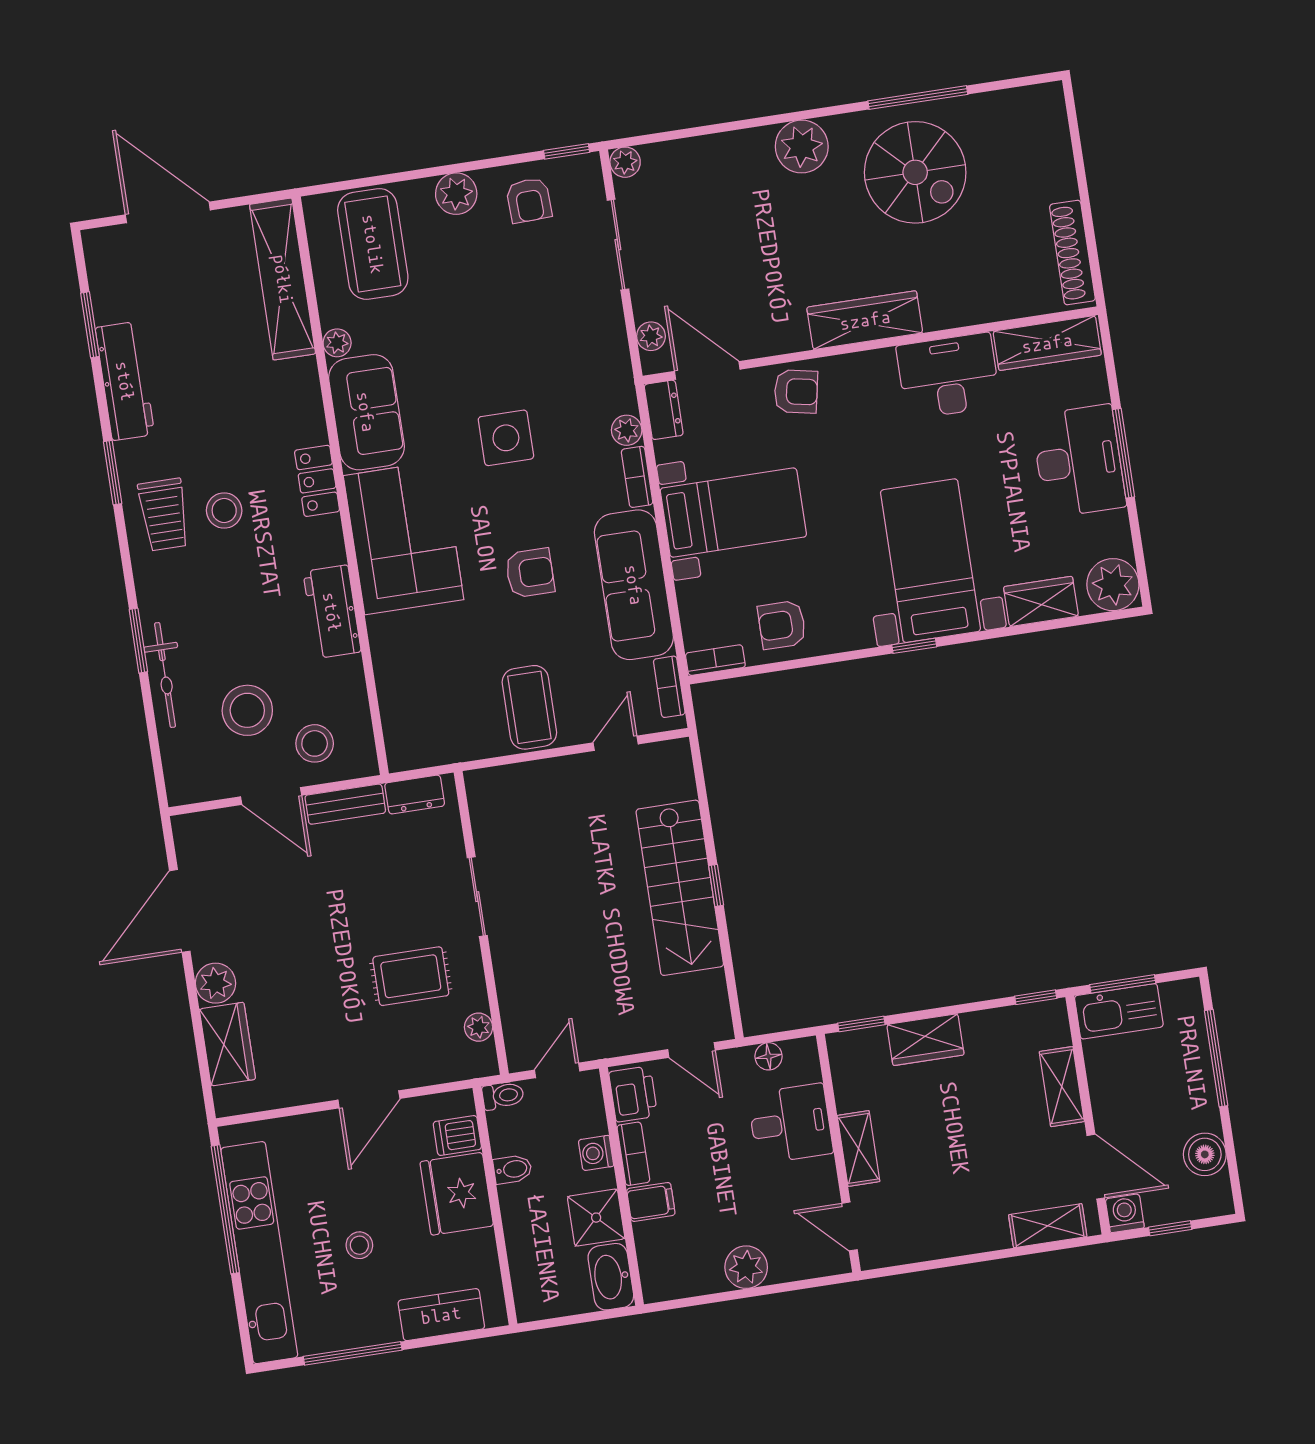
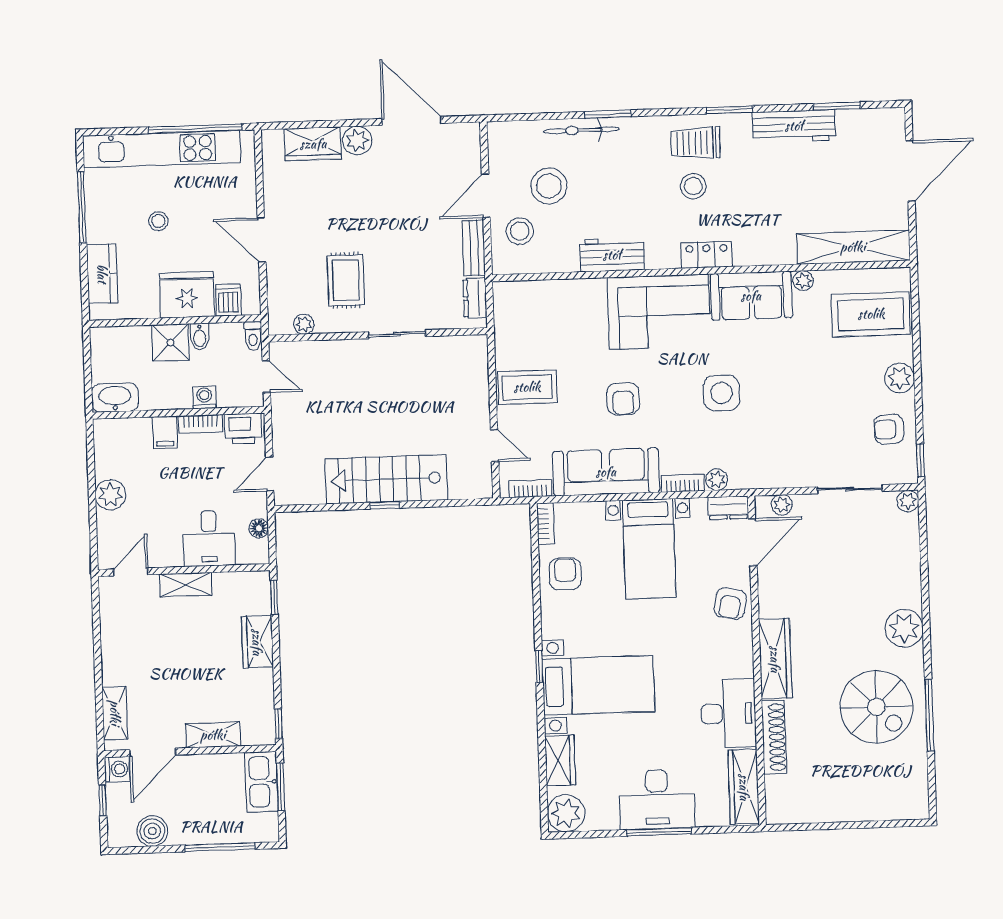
spiral stairs: (915, 172) -> (876, 707), turned -90
shoe rack: (1072, 252) -> (774, 737), moved, turned 90
shower: (596, 1218) -> (170, 342), moved

